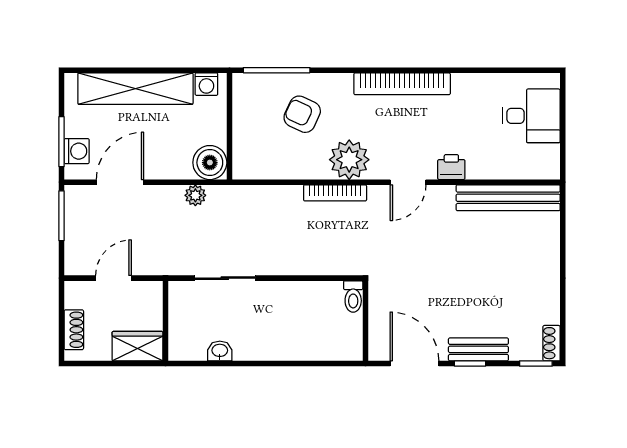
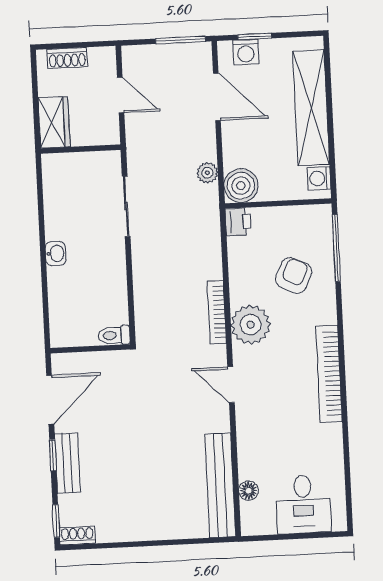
window: (62, 142) -> (255, 36), width x0.67
printer: (451, 167) -> (238, 222), moved
floor lamp: (515, 170) -> (249, 491), added
washbasin: (220, 351) -> (56, 254), moved

